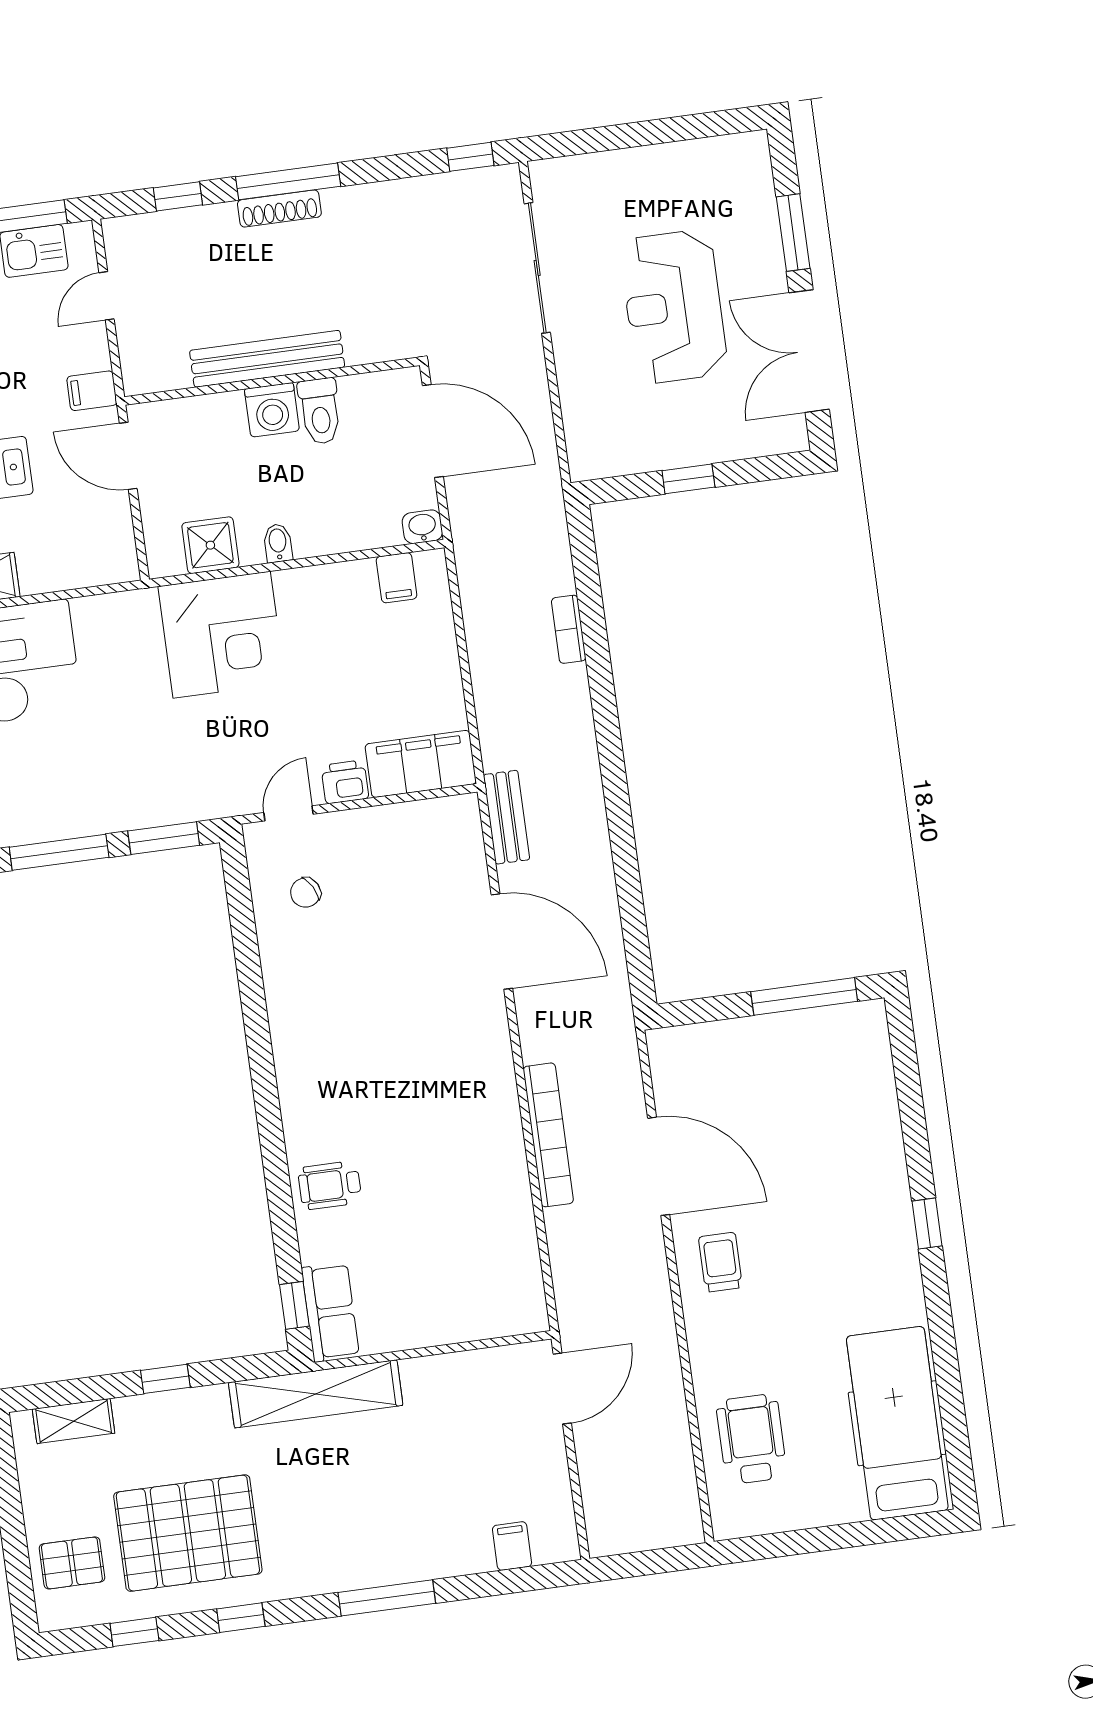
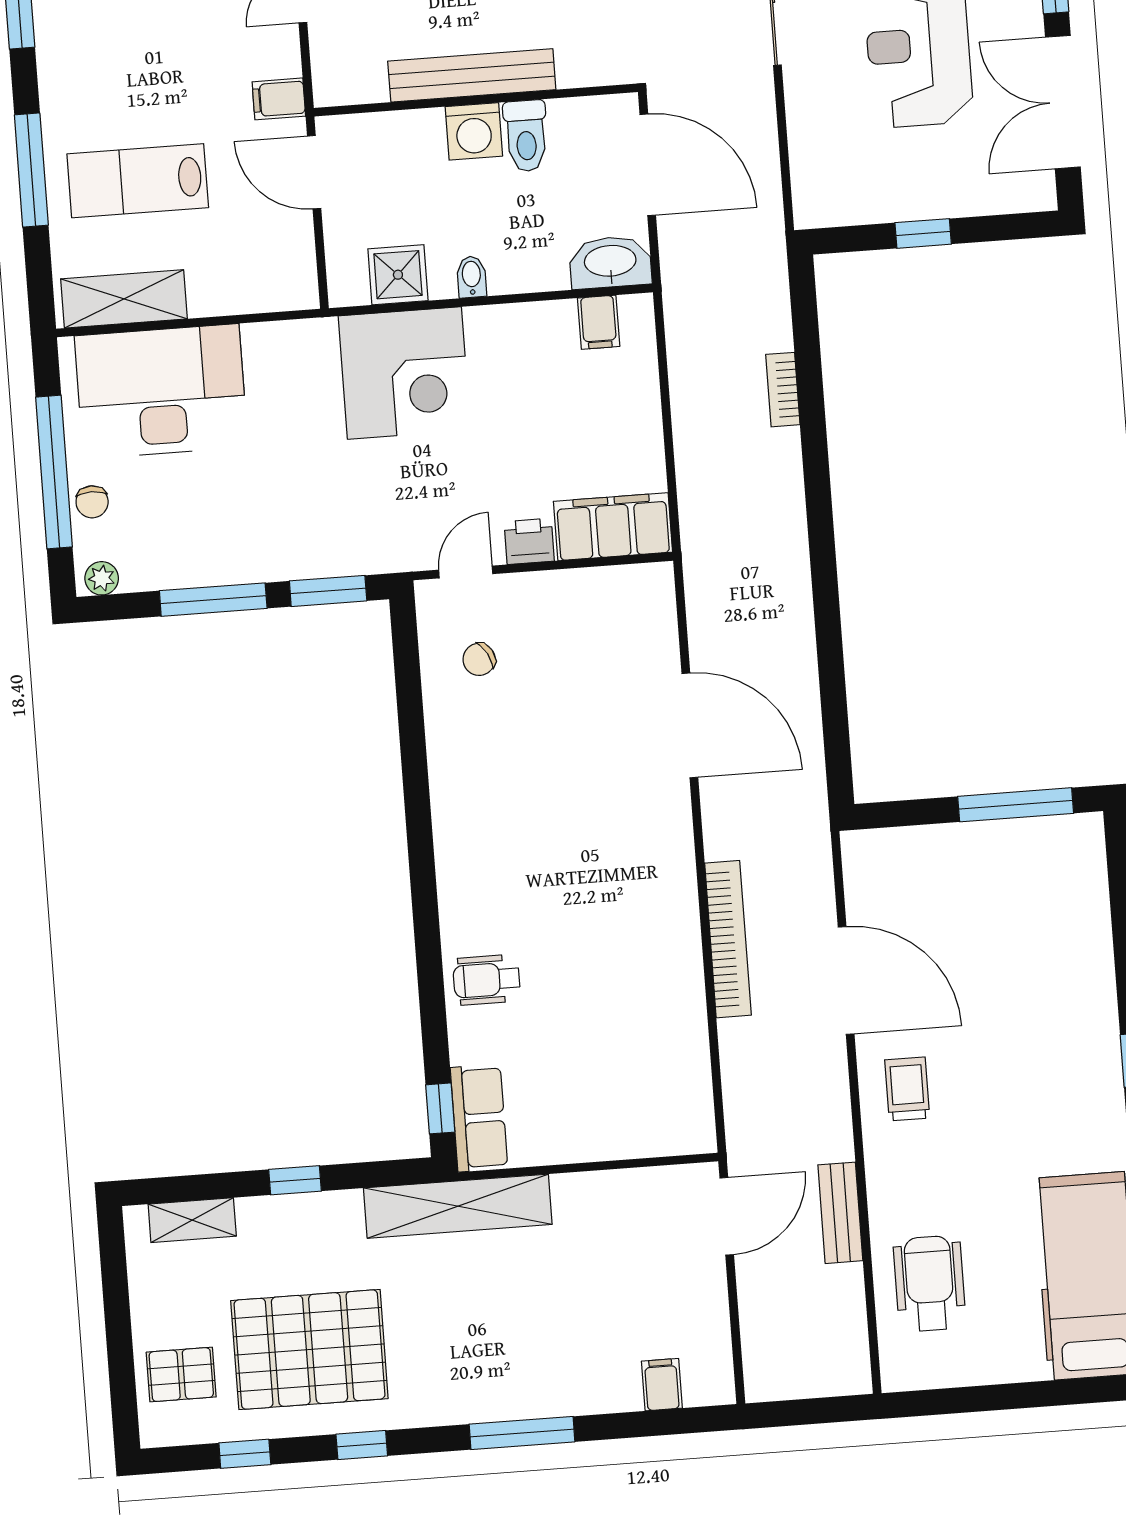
washbasin: (422, 527) -> (610, 262), width x1.91, depth x1.45
bench: (507, 817) -> (840, 1213), moved

